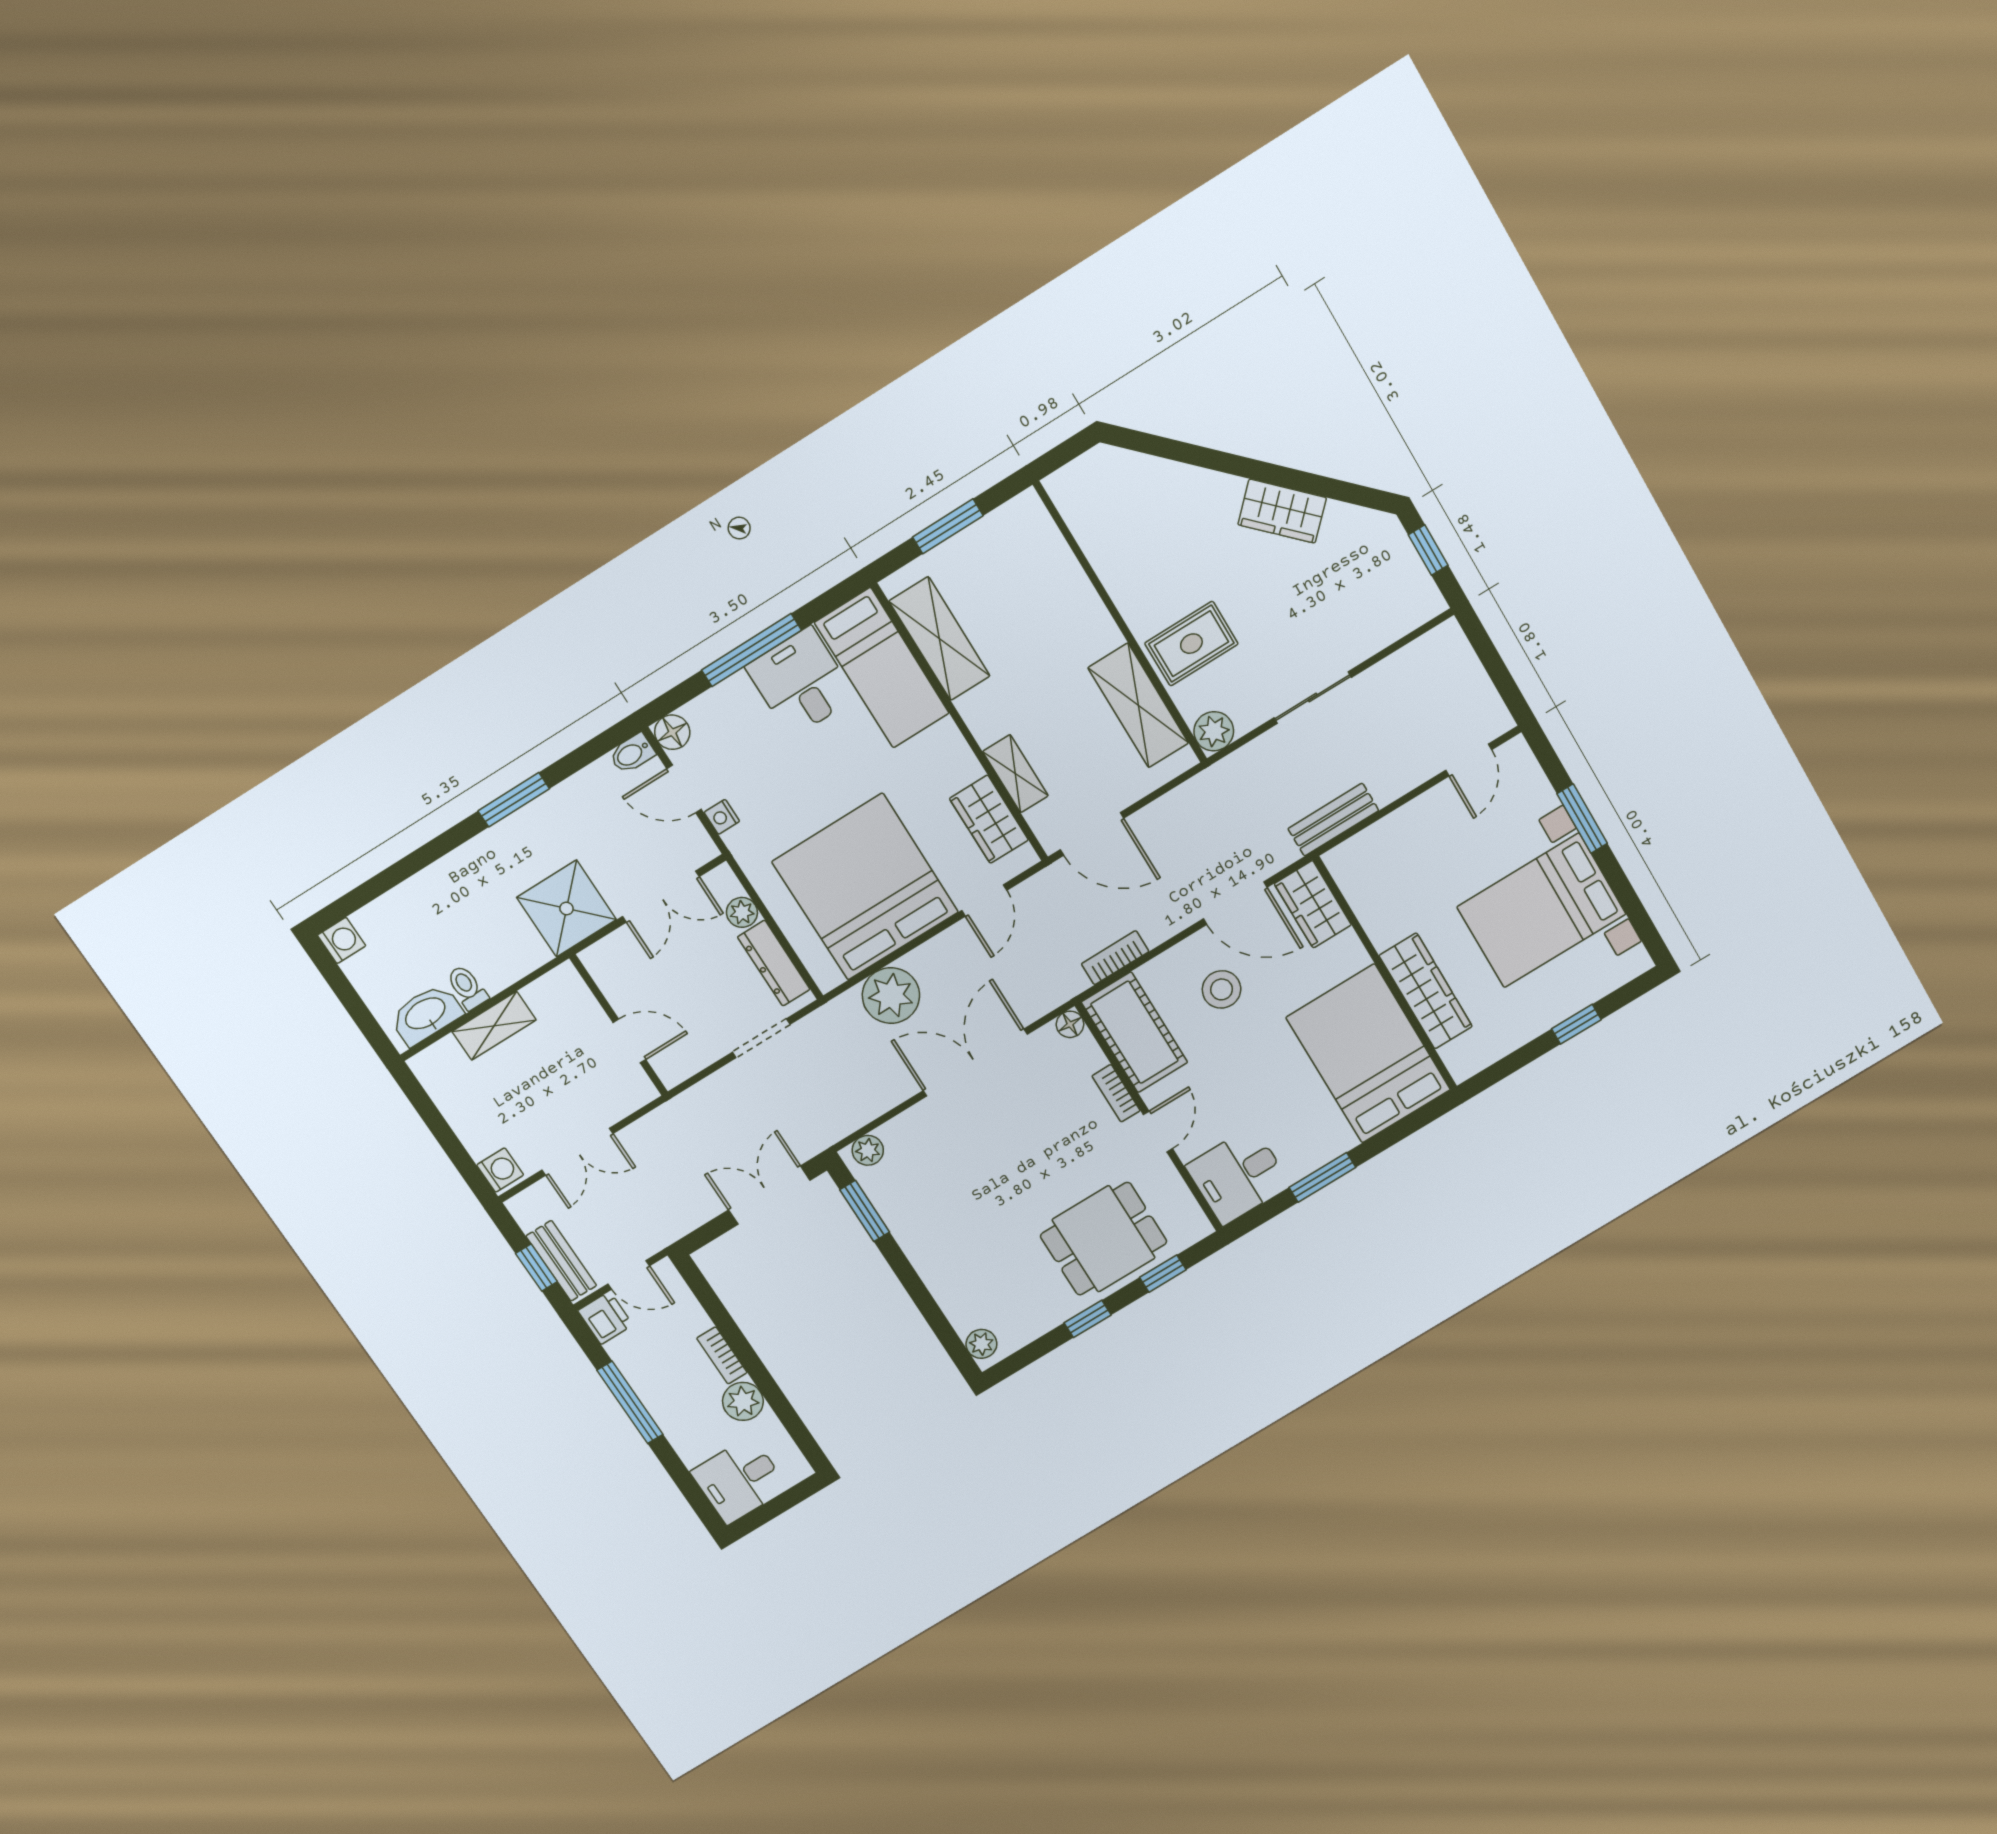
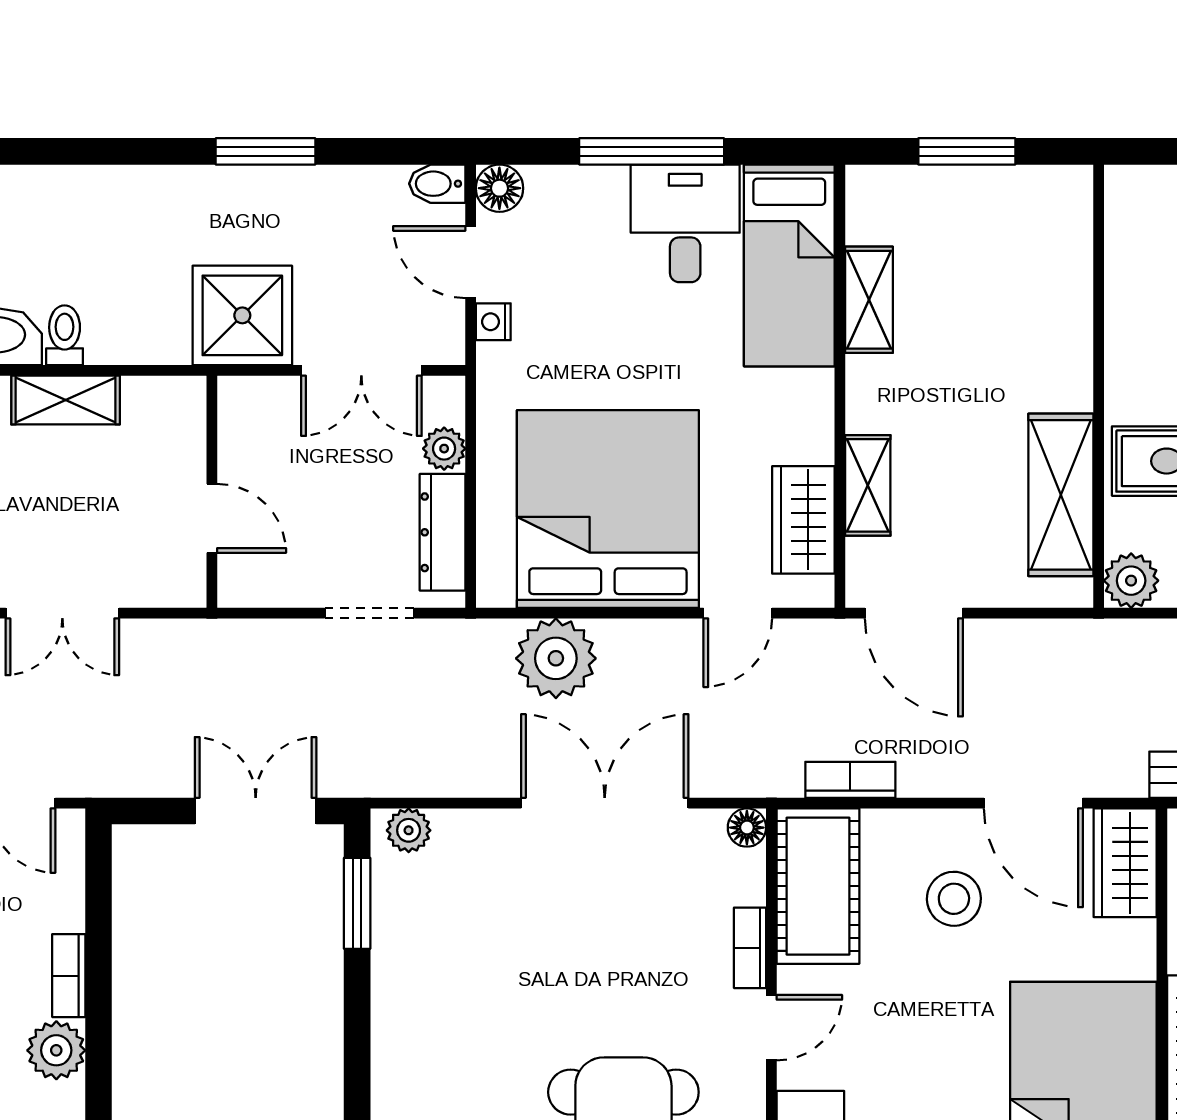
shelving: (939, 639) -> (869, 300), width x0.67, depth x0.75

